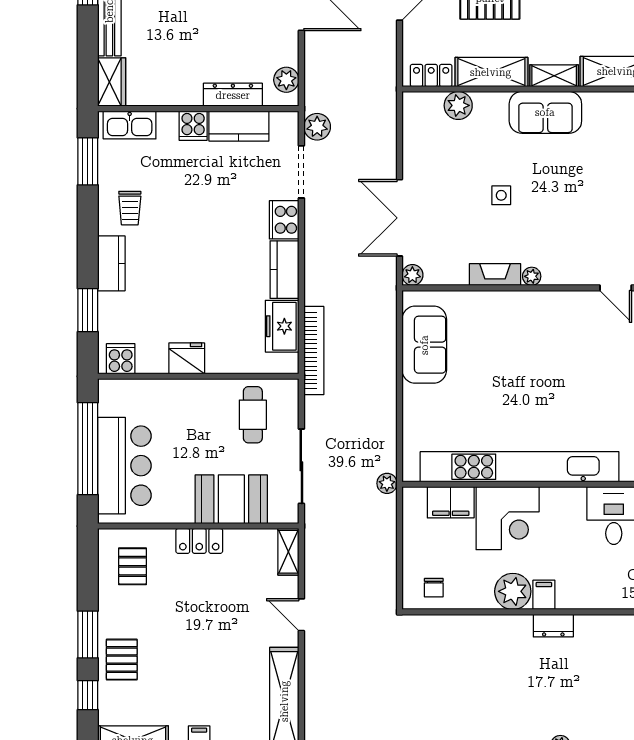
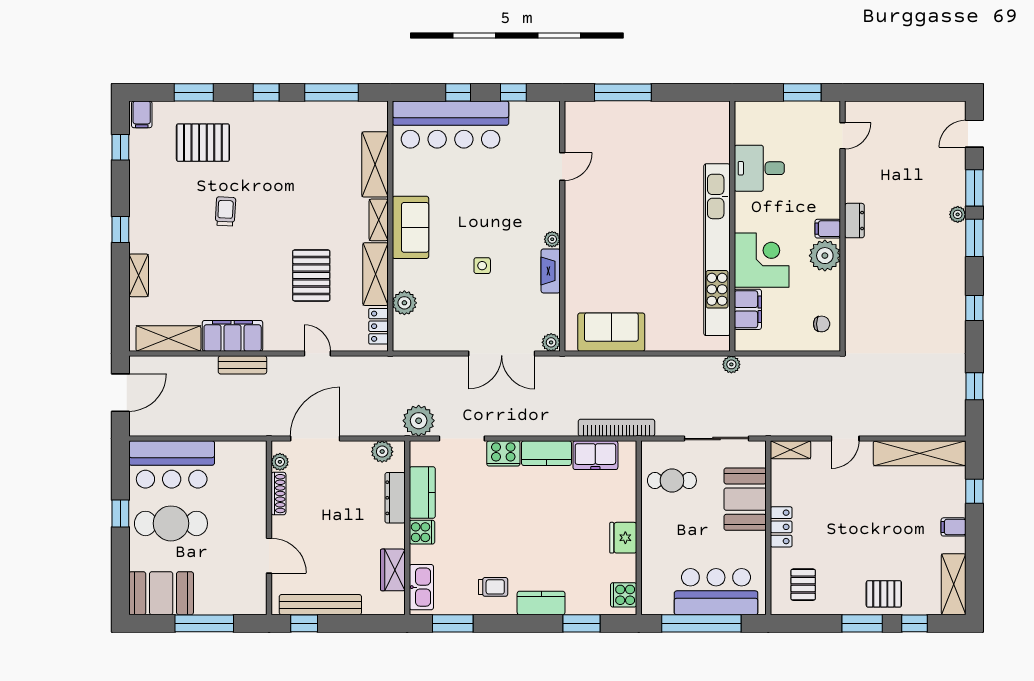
wardrobe: (112, 82) -> (393, 570), moved, turned -90
plant: (317, 127) -> (419, 421), width x1.36, depth x1.36
pallet: (133, 566) -> (803, 585), turned 90

